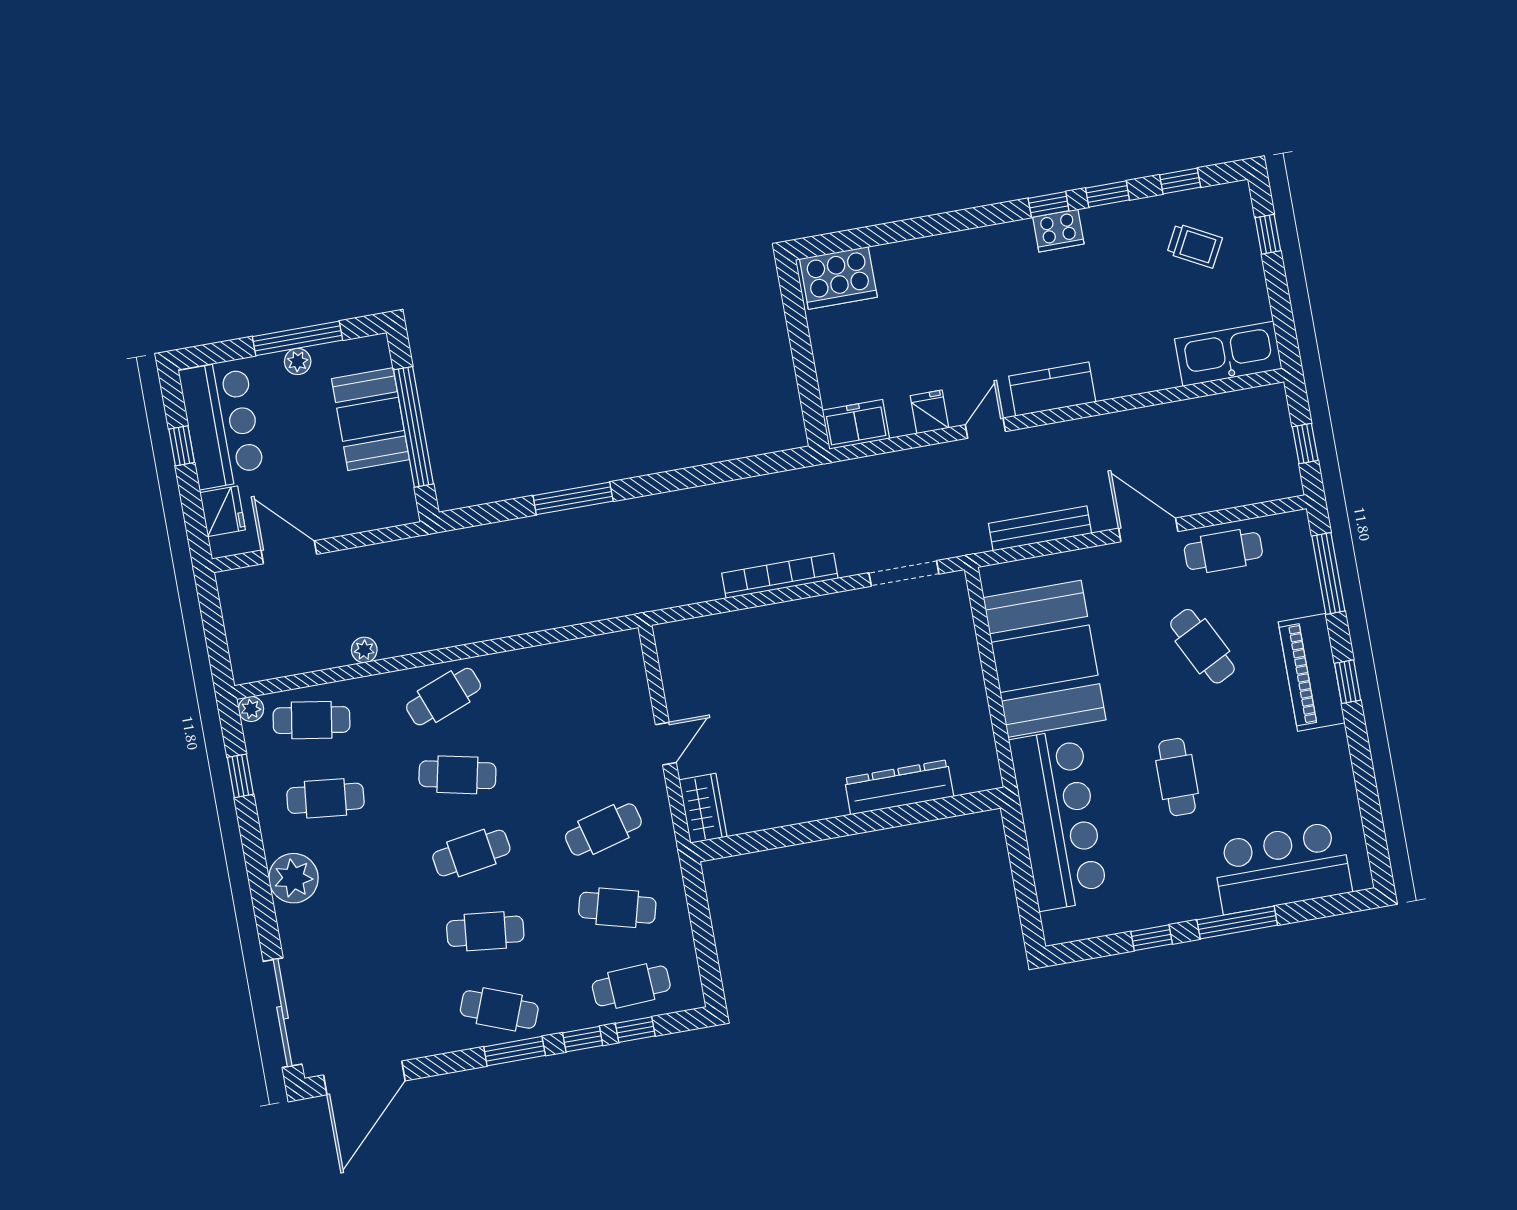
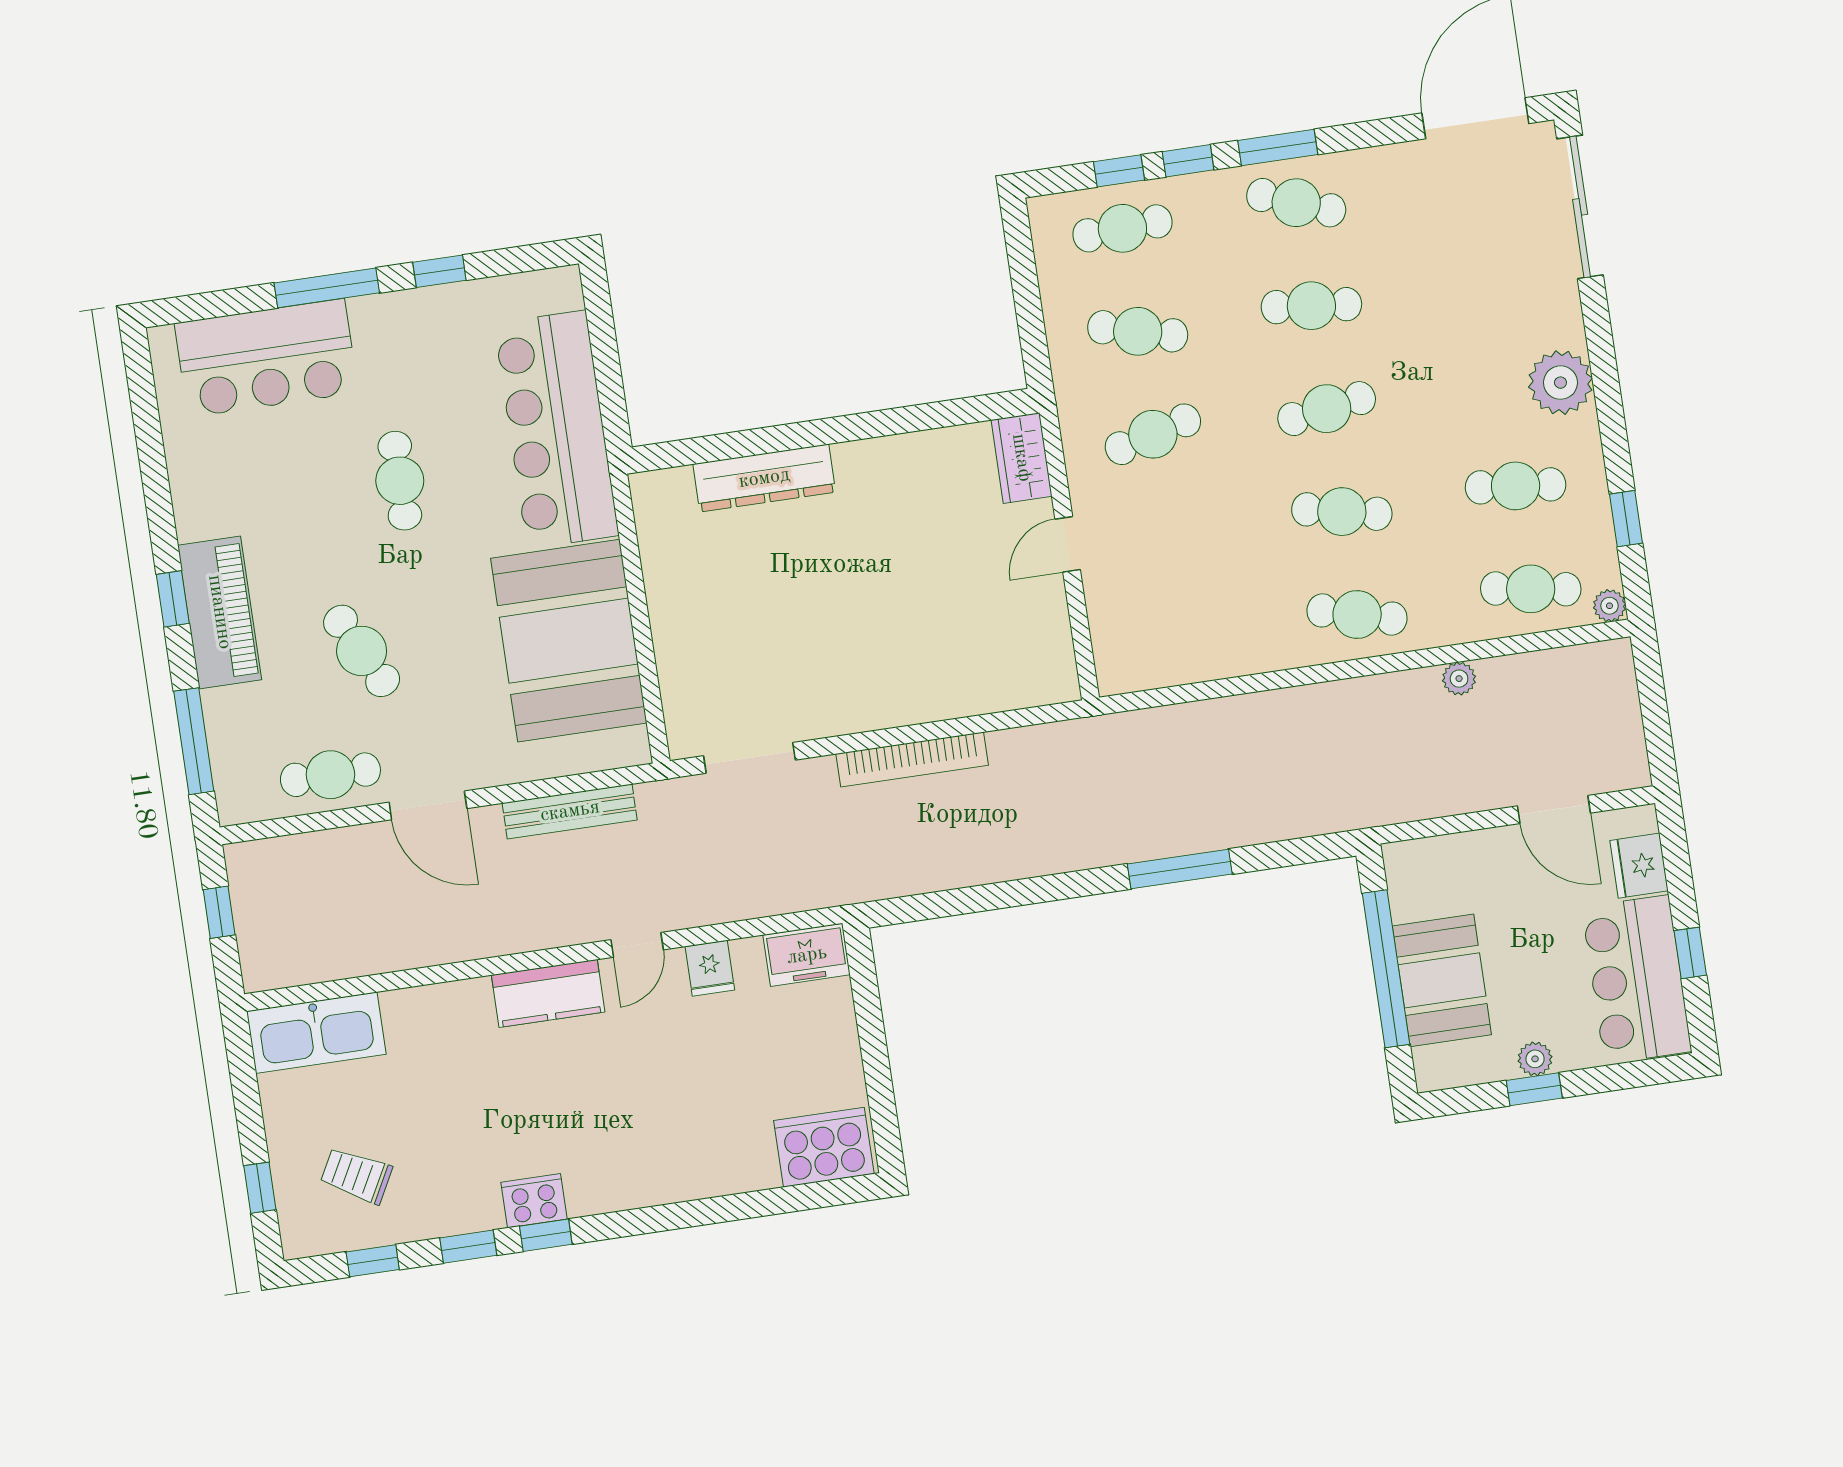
window: (298, 338) -> (1534, 1089), width x0.46
cafe table: (444, 697) -> (1357, 615), turned 36

